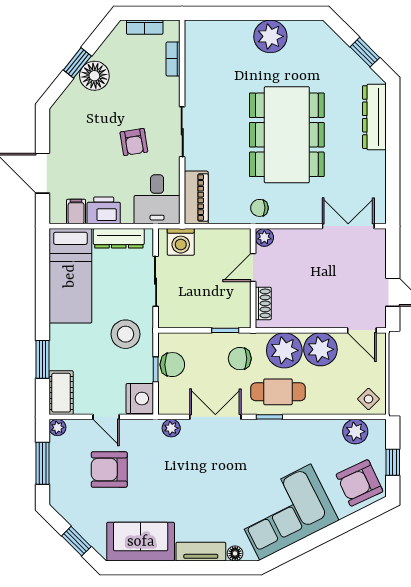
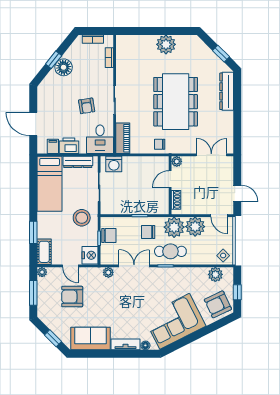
plant: (264, 237) -> (177, 161), moved
door: (253, 268) -> (170, 179), moved
wall: (253, 278) -> (170, 185), moved
shoe rack: (263, 303) -> (176, 200), moved

